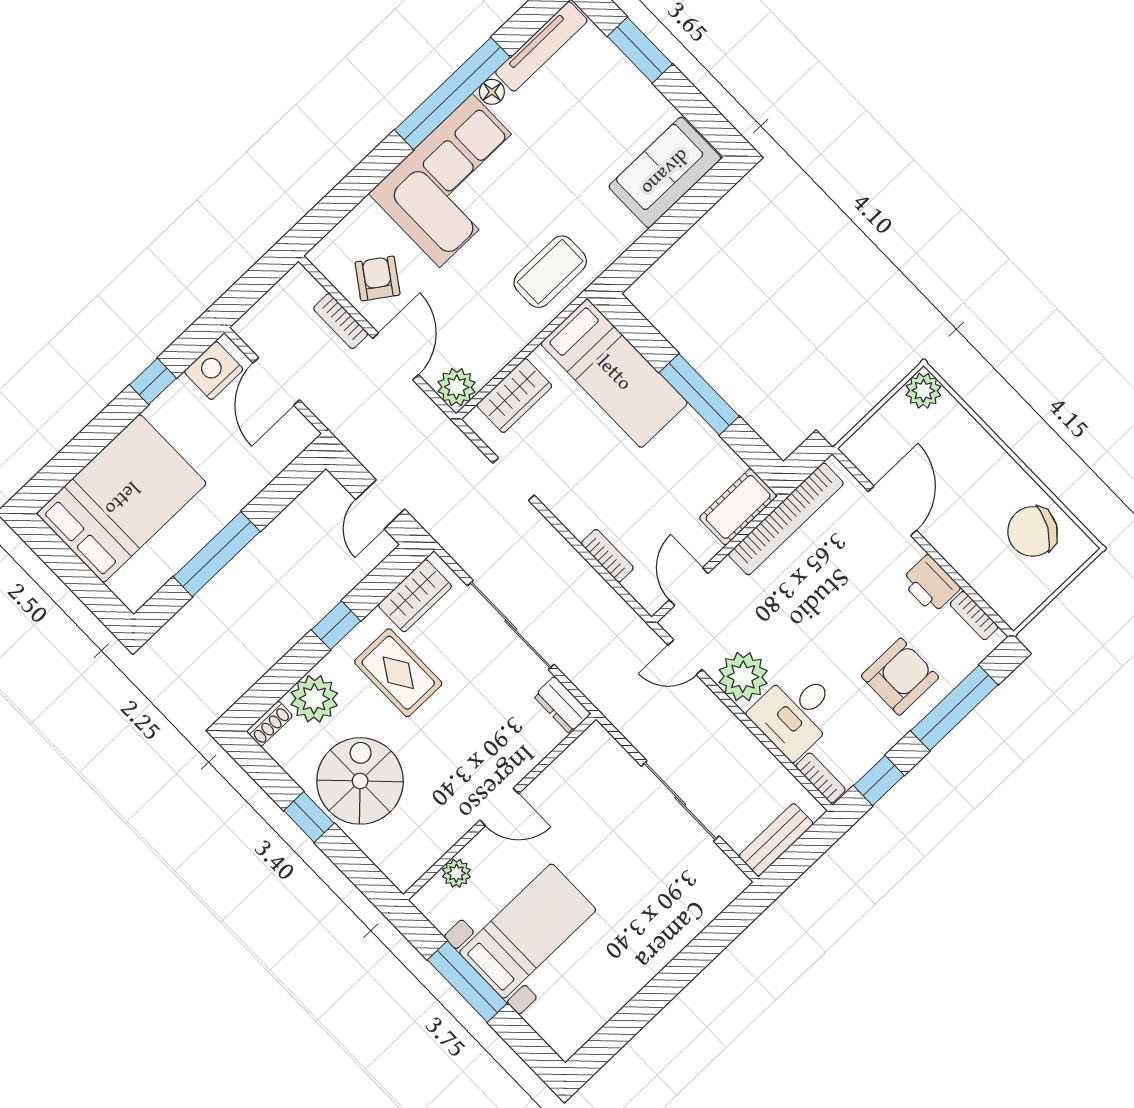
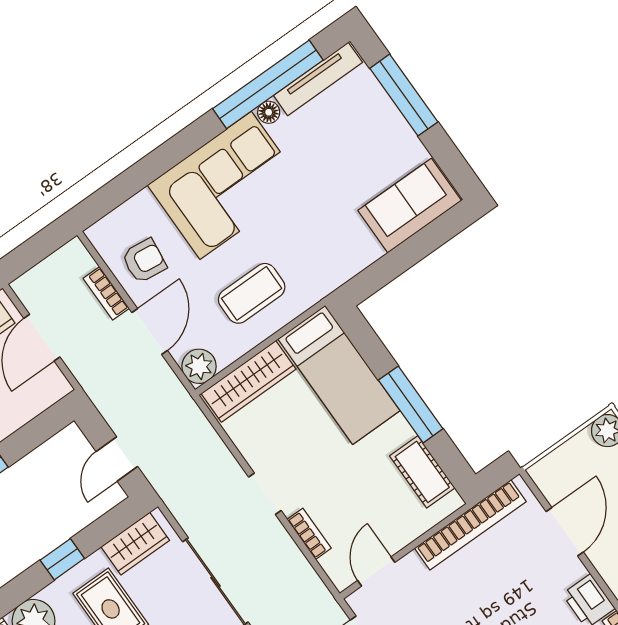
window: (640, 50) -> (404, 95), width x1.44
window: (452, 93) -> (268, 84), moved
coffee table: (550, 272) -> (252, 293), moved
armchair: (378, 278) -> (144, 261), turned 62
wardrobe: (514, 396) -> (249, 381), width x1.50
doorway: (513, 479) -> (265, 494), moved
cot: (738, 507) -> (422, 472), moved, turned 90

